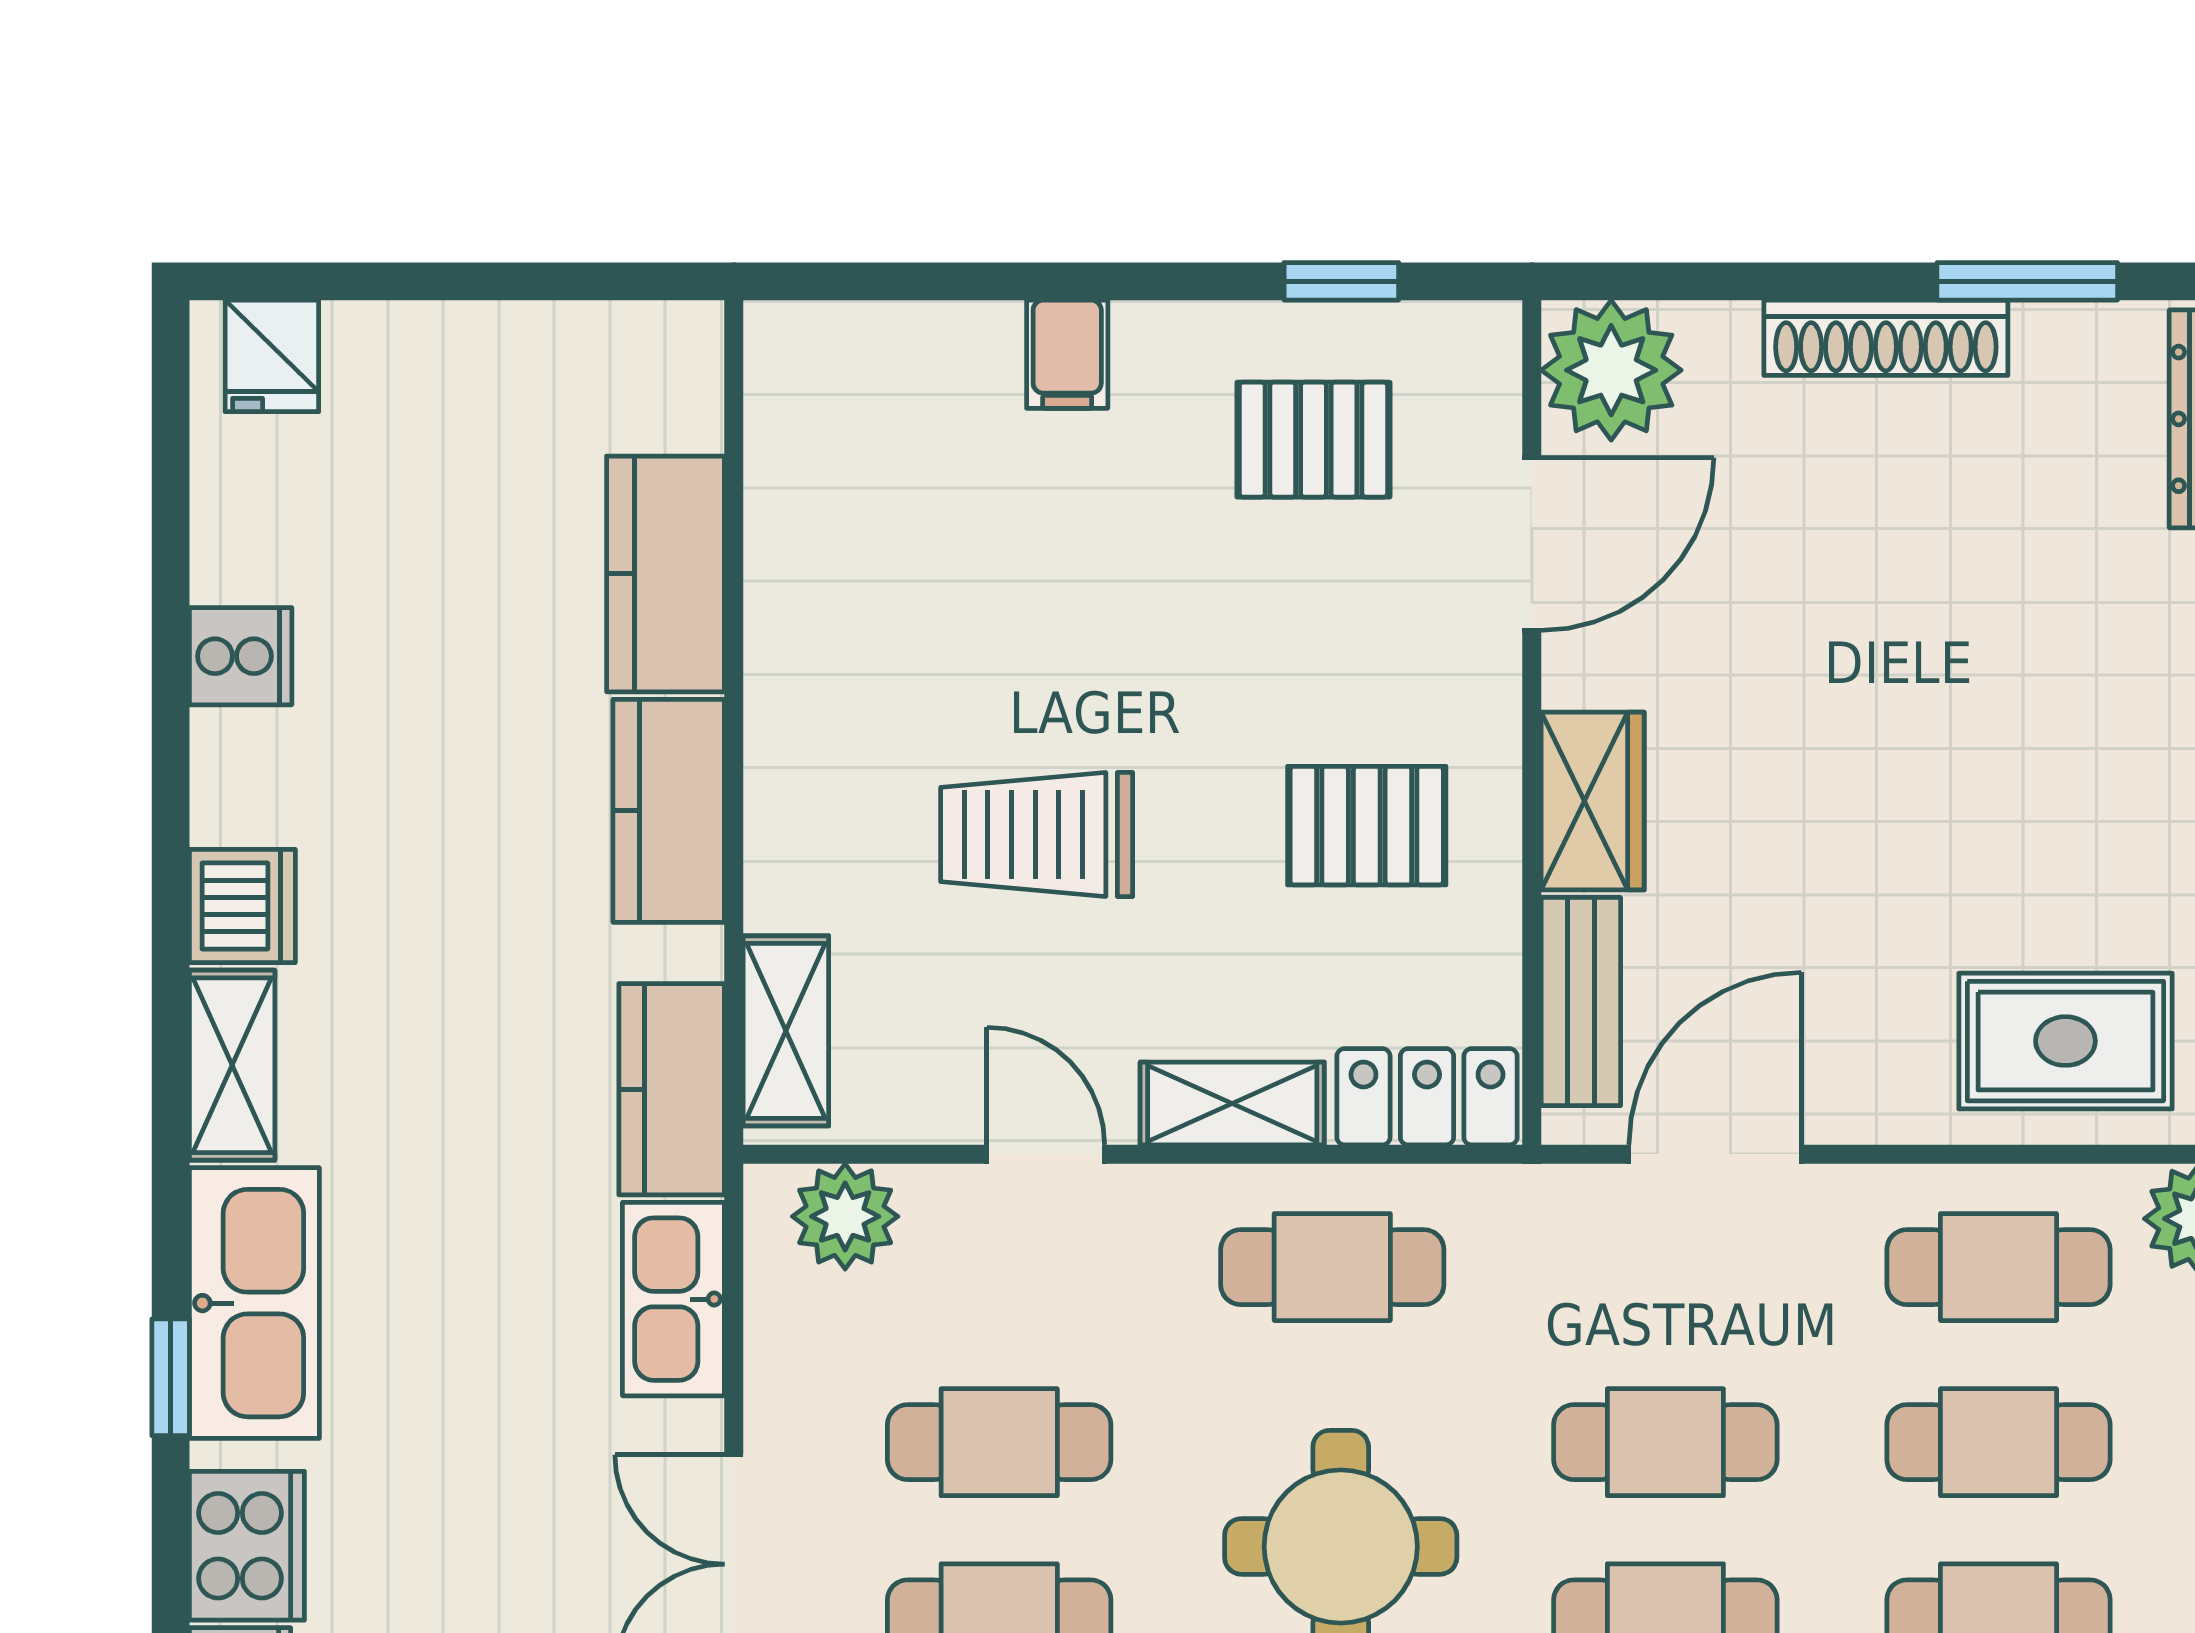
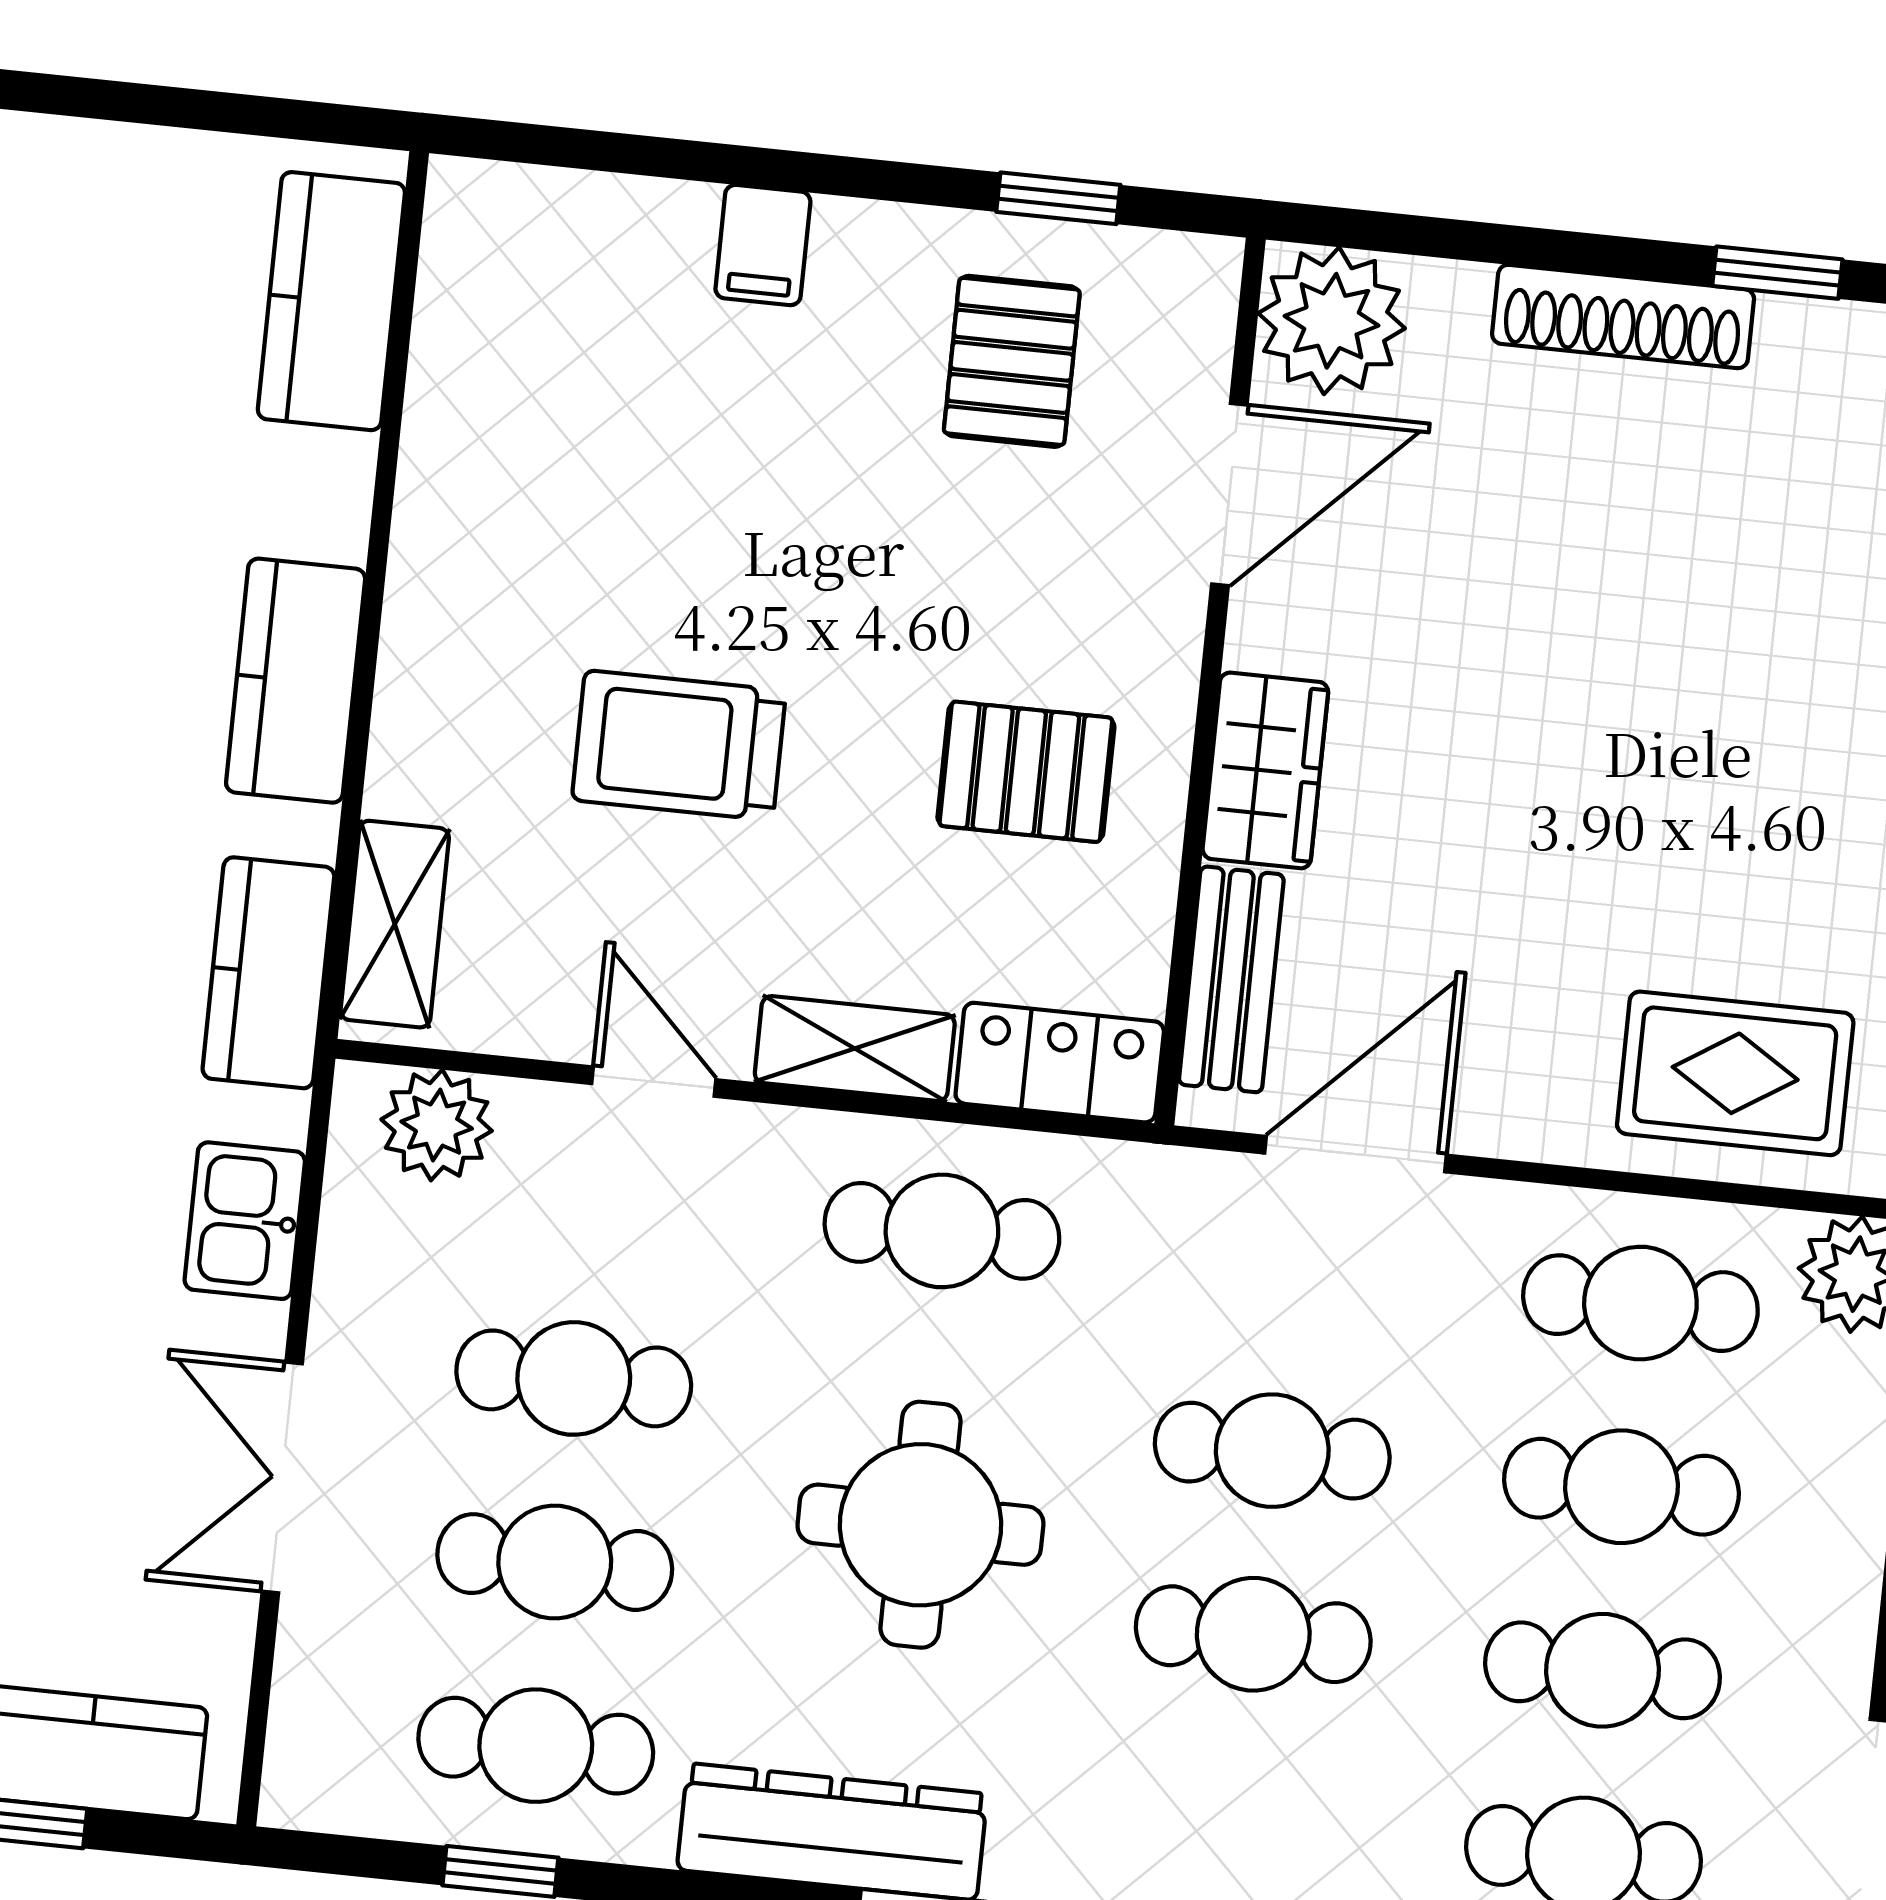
window: (2027, 281) -> (1777, 273), width x0.67
pallet: (1313, 440) -> (1012, 361), turned 90
kitchen counter: (665, 574) -> (331, 301), moved
kitchen sink: (673, 1299) -> (245, 1221), width x0.73

